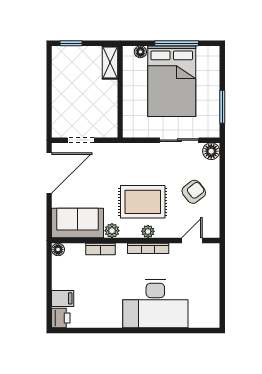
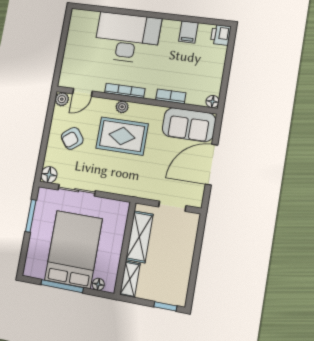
shelving: (108, 105) -> (139, 237), added
door: (49, 173) -> (211, 165), moved
plant: (112, 231) -> (62, 99), moved
filing cabinet: (63, 298) -> (188, 32), moved, turned -90

